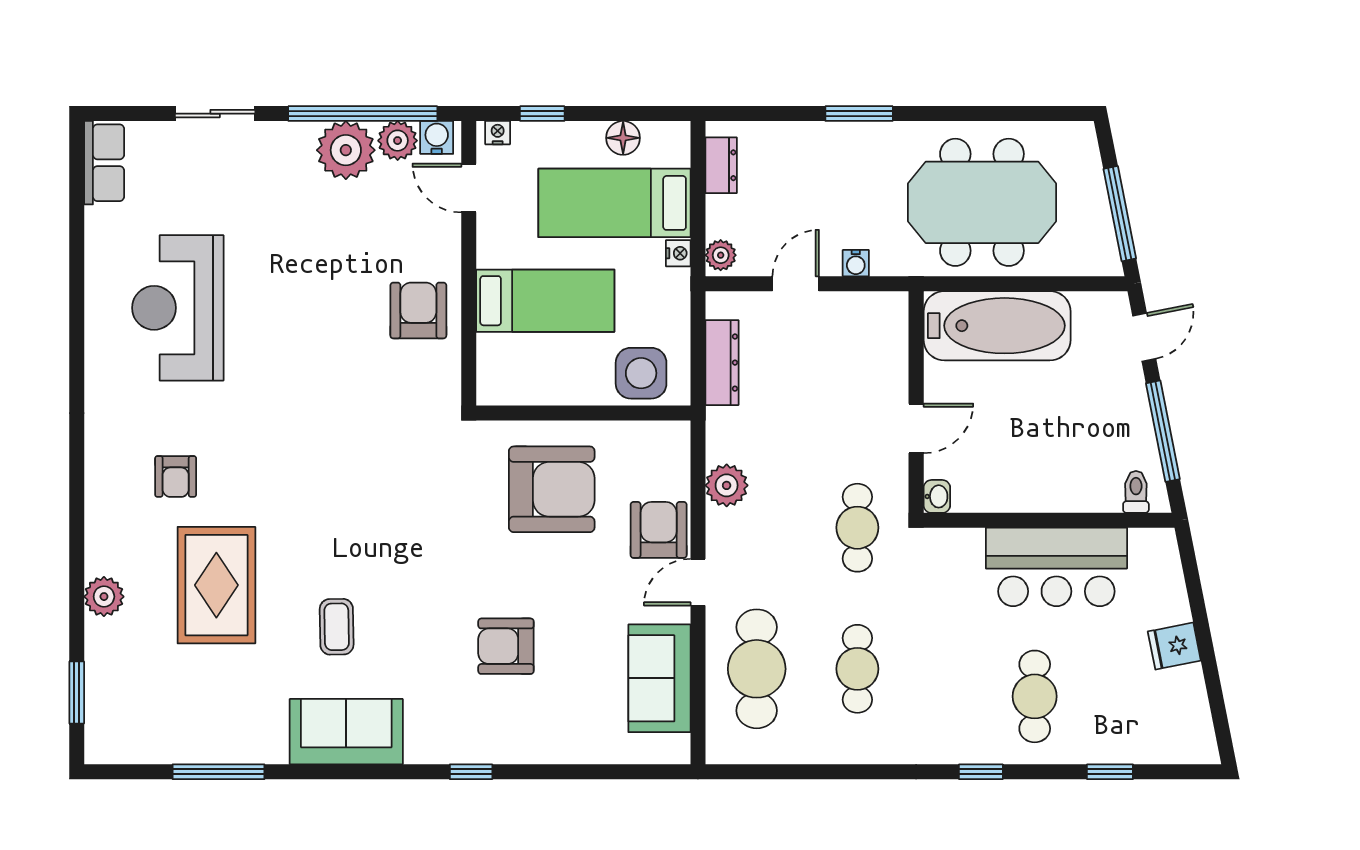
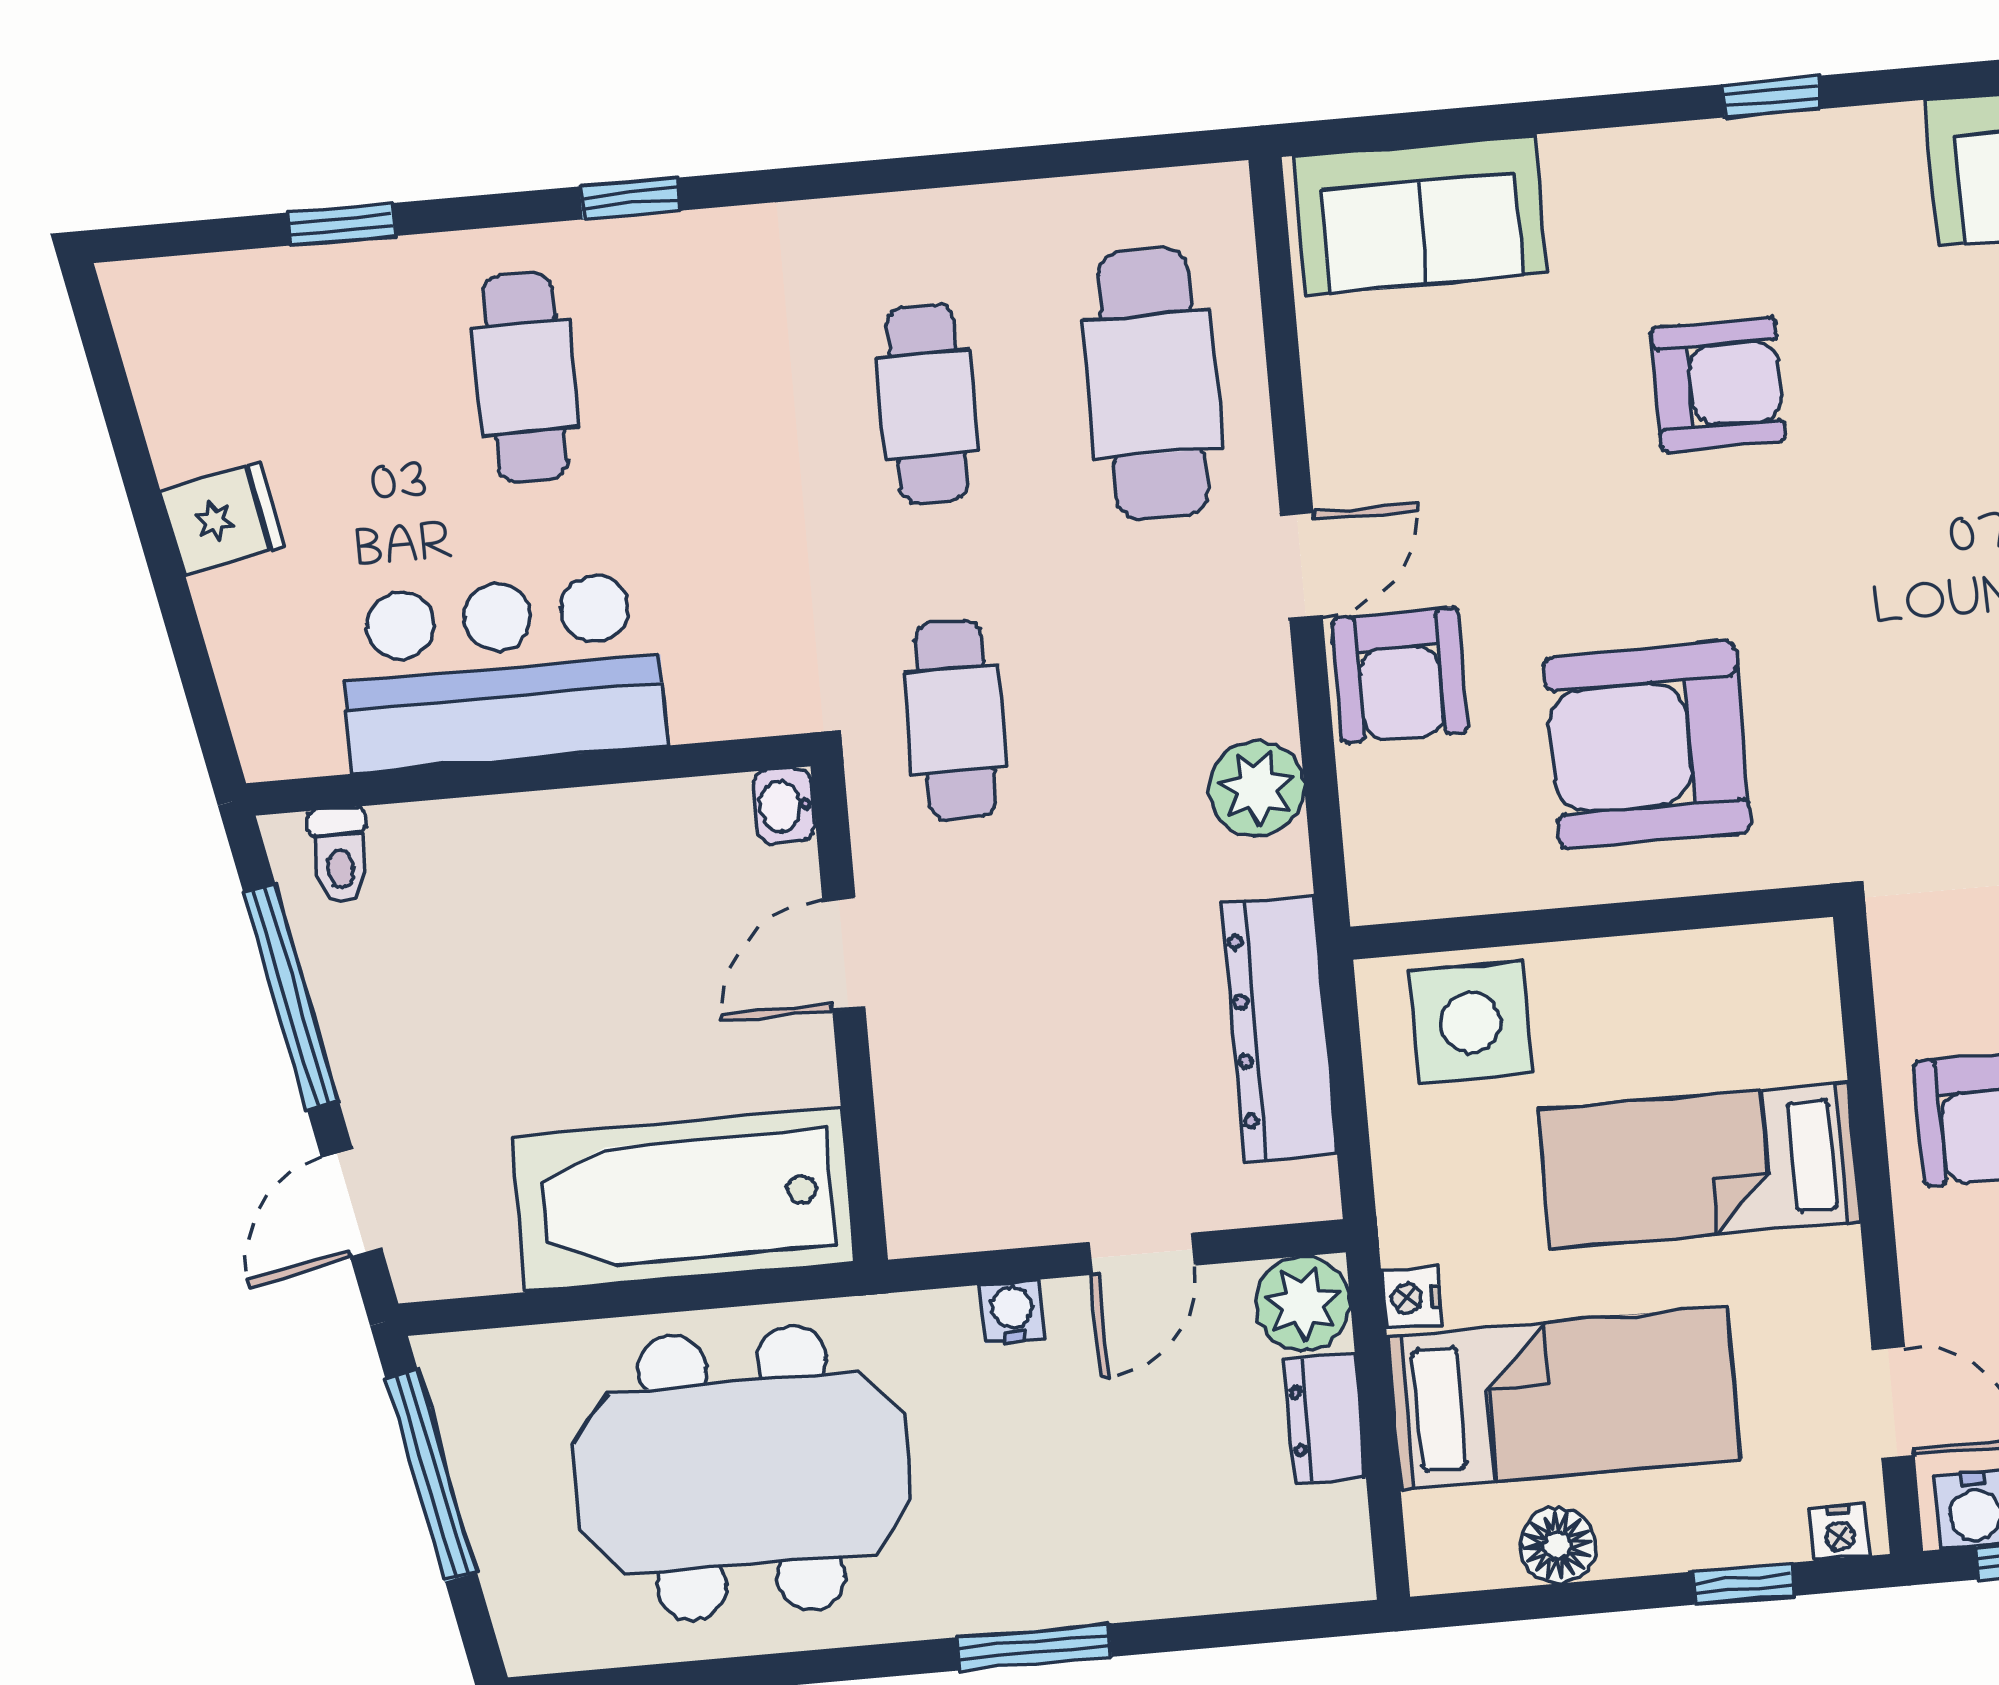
dresser: (721, 165) -> (1325, 1419), moved
plant: (721, 255) -> (1303, 1304), width x1.38, depth x1.38
dresser: (722, 363) -> (1279, 1028), width x1.37, depth x1.24
sofa: (659, 678) -> (1421, 215), moved, turned 90

